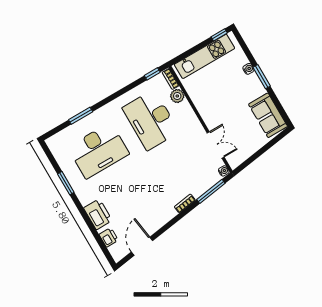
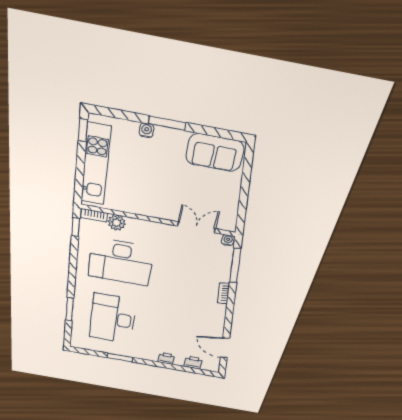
desk: (98, 151) -> (113, 319), turned 180
printer: (98, 214) -> (166, 358), width x0.53, depth x0.68

